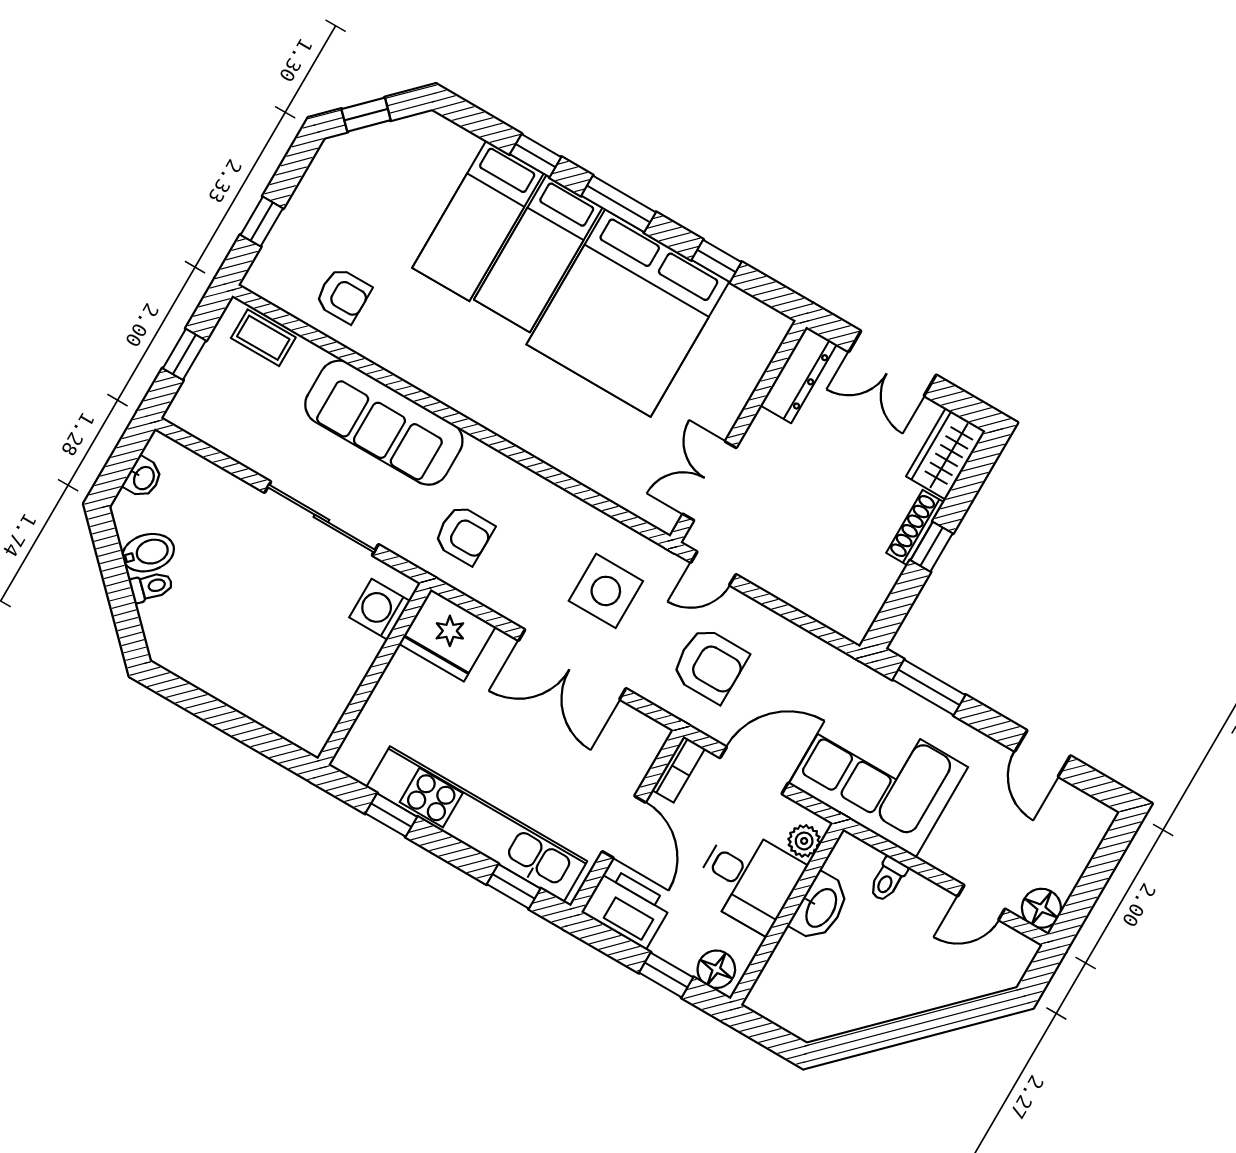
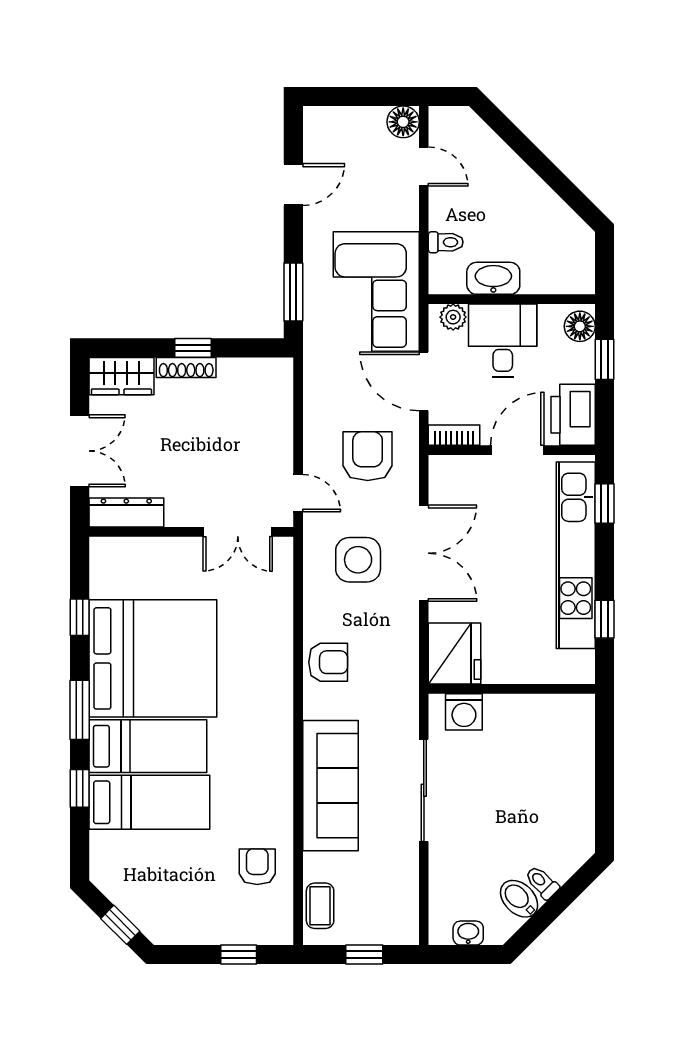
armchair: (464, 535) -> (328, 662), moved, turned 90

